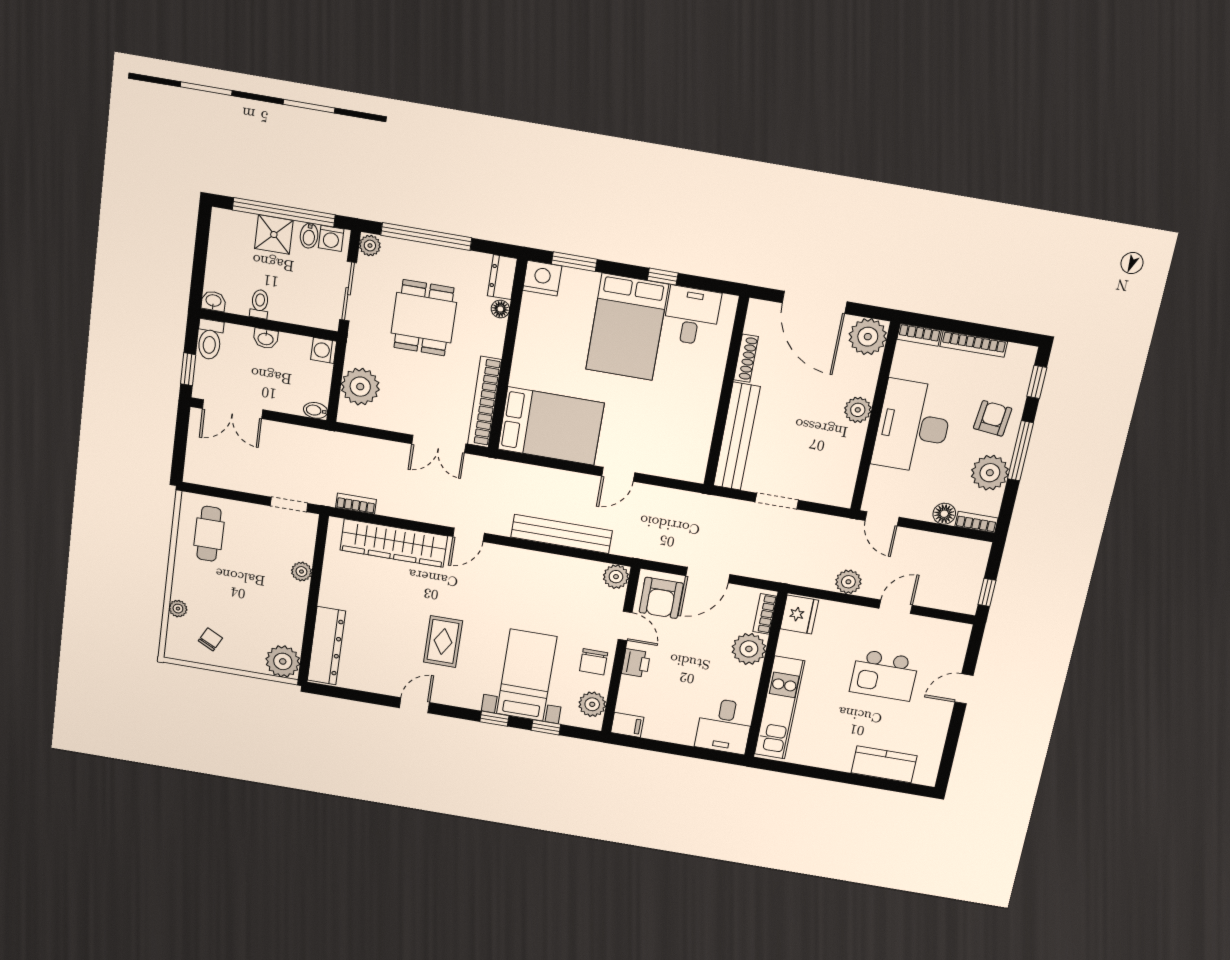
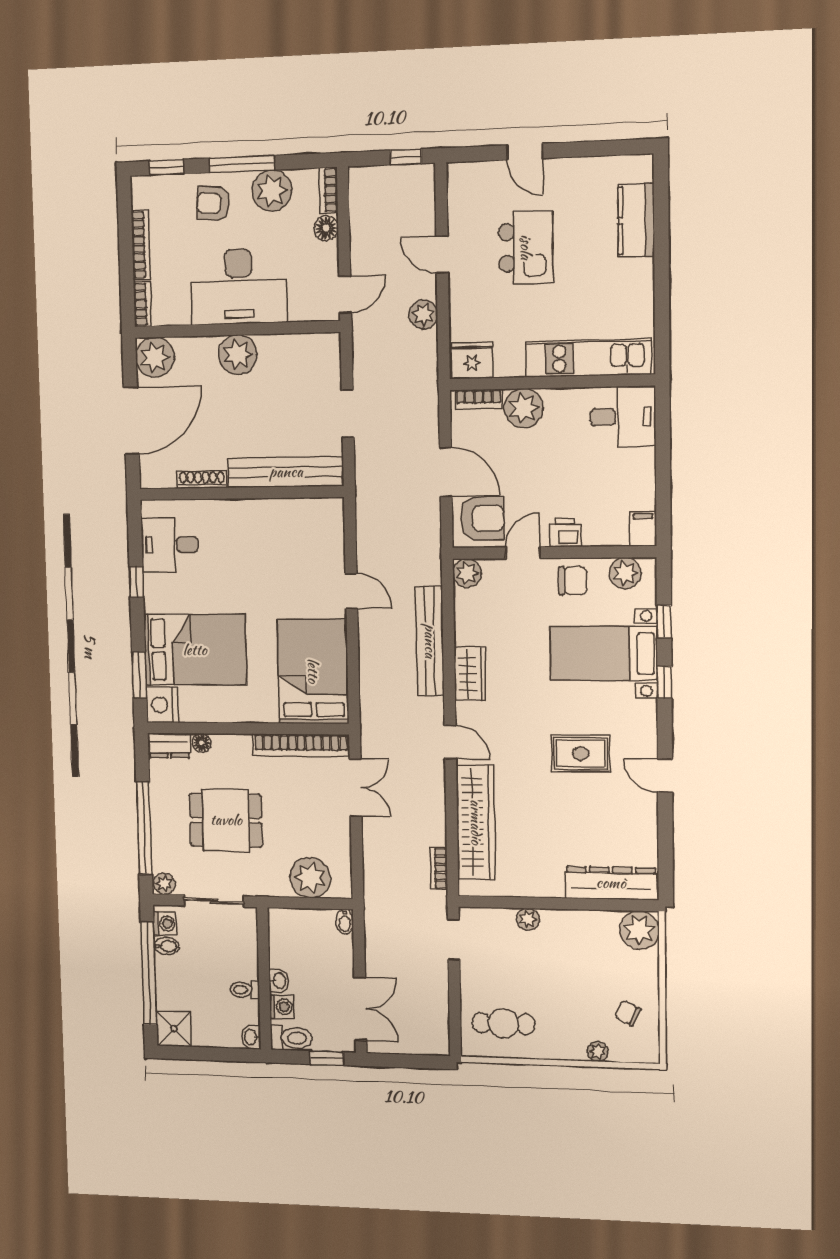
shower: (274, 235) -> (174, 1029), moved
bed: (627, 327) -> (195, 650), moved
washing machine: (324, 350) -> (282, 1007), moved, turned -90
plant: (858, 410) -> (238, 355), width x1.36, depth x1.36
wardrobe: (527, 563) -> (470, 674), added

